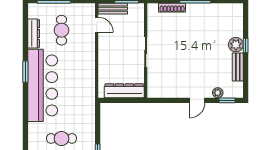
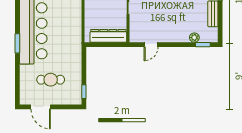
window: (25, 72) -> (17, 43), moved
door: (197, 100) -> (151, 45), moved

